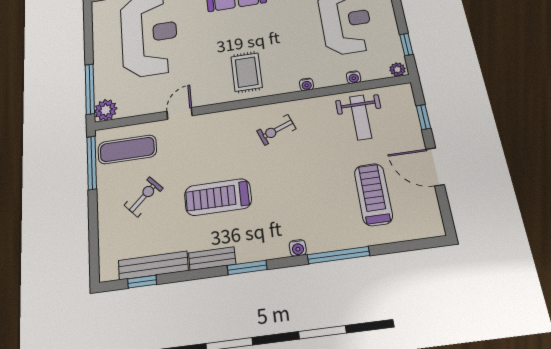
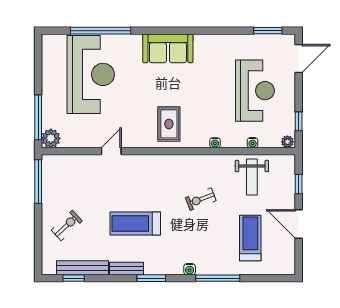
exercise bike: (276, 130) -> (201, 199), moved
exercise mat: (127, 149) -> (67, 175), removed
exercise bike: (144, 197) -> (67, 226), moved

